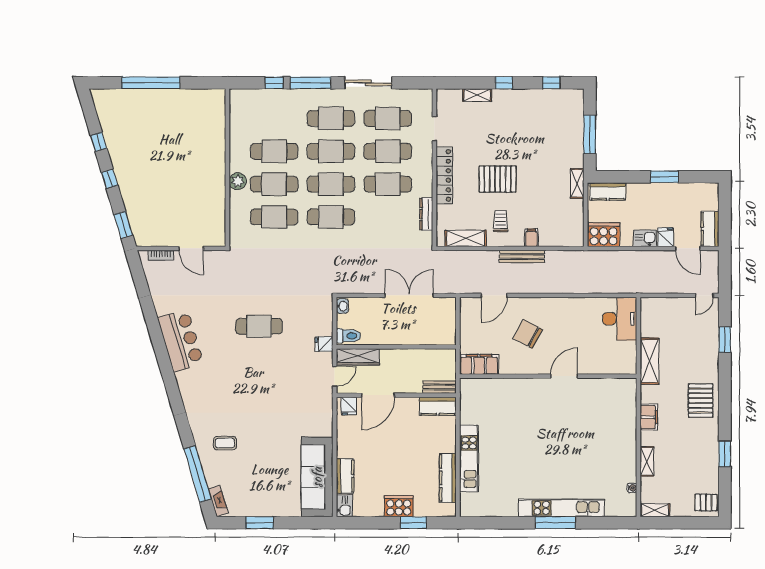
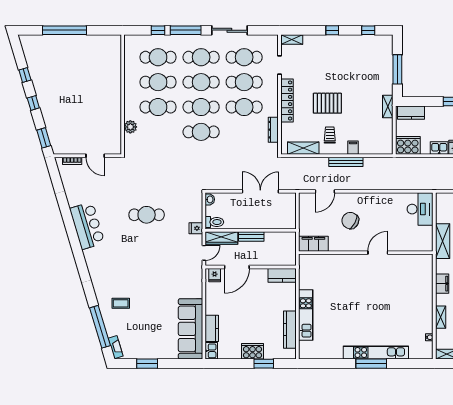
shelving: (477, 95) -> (292, 40), moved
plant: (238, 181) -> (130, 127), moved
cafe table: (274, 217) -> (158, 57), moved
bench: (439, 387) -> (251, 237), moved

